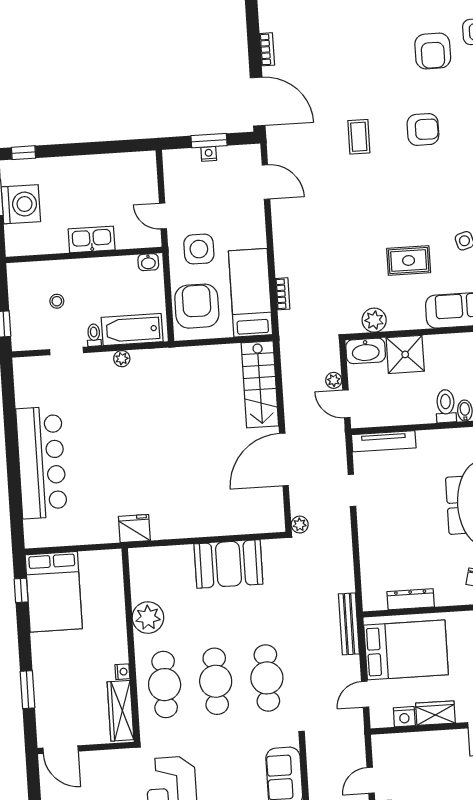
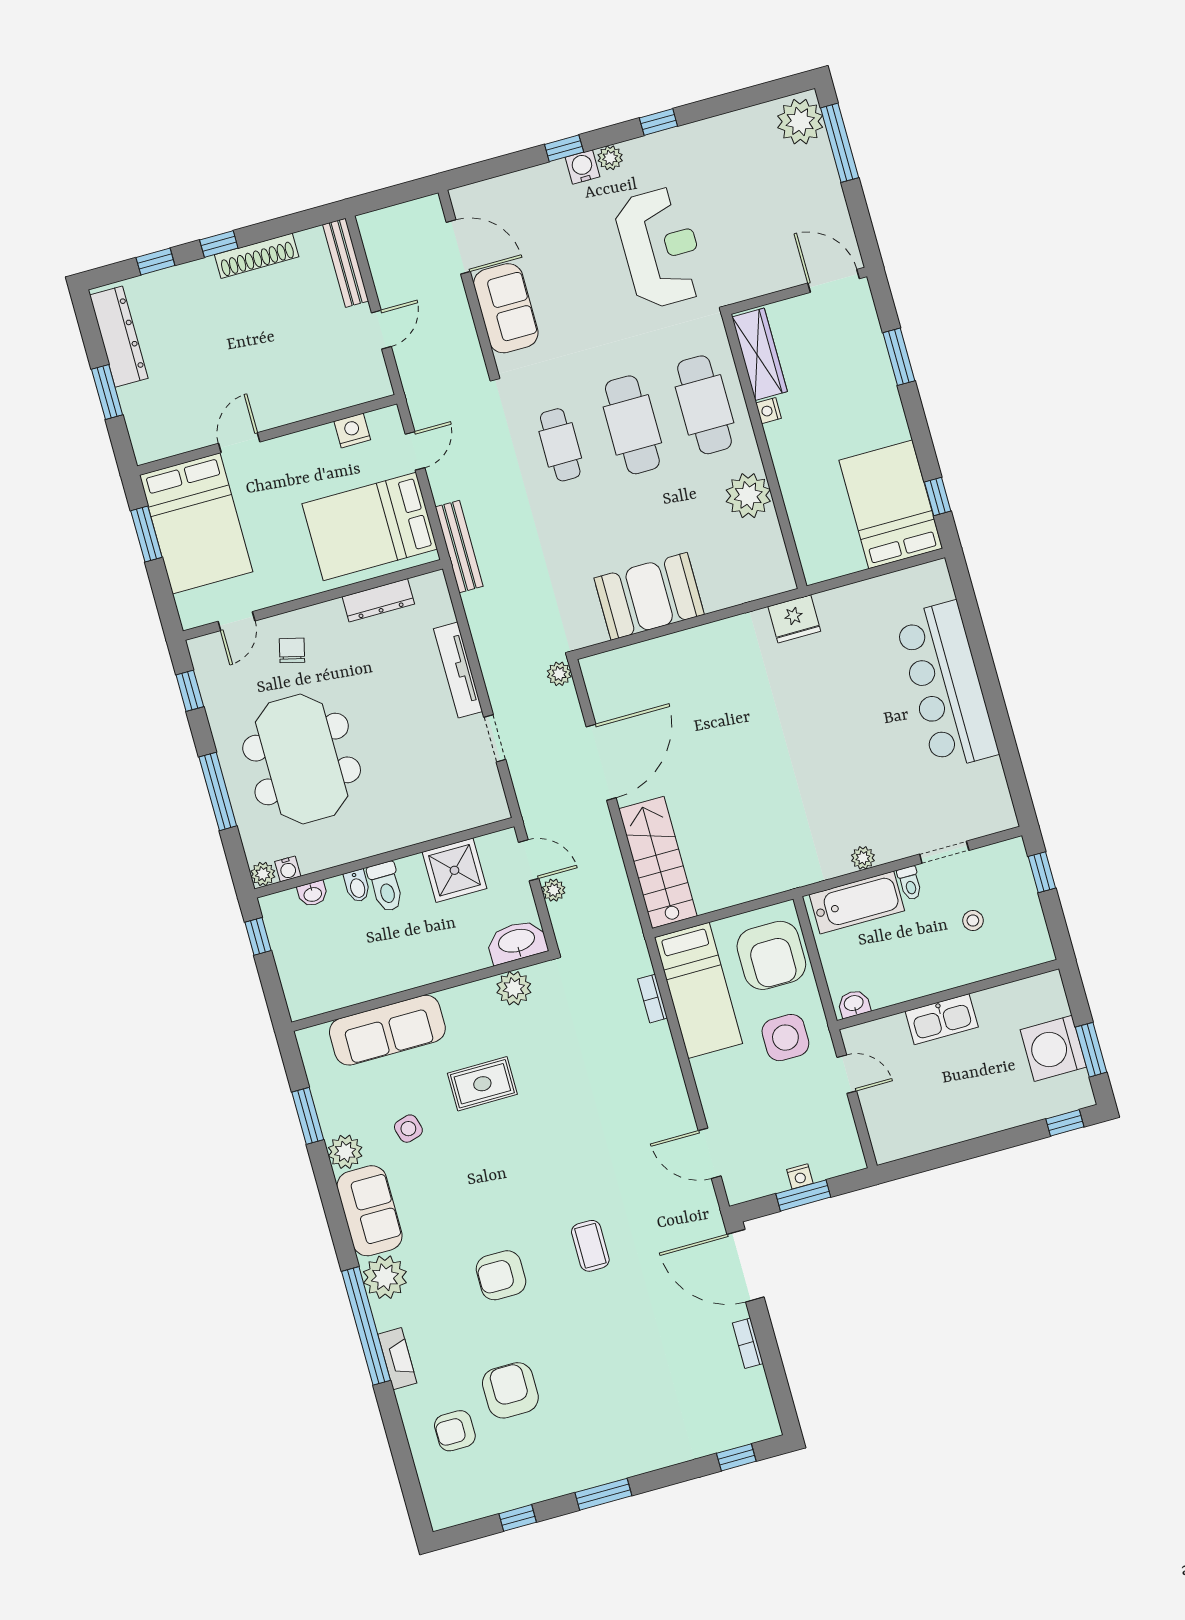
shower: (405, 354) -> (454, 870), moved
tv unit: (384, 441) -> (458, 670), moved, turned -90
cafe table: (267, 678) -> (560, 445), width x0.73, depth x0.74
wardrobe: (435, 713) -> (309, 445), removed

